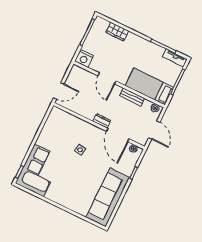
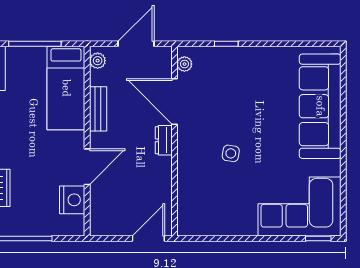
nightstand: (84, 58) -> (72, 200), moved
door: (59, 91) -> (148, 238), hinge flipped
door: (118, 135) -> (175, 102), swing flipped
sofa: (108, 197) -> (320, 106), moved, turned 90

